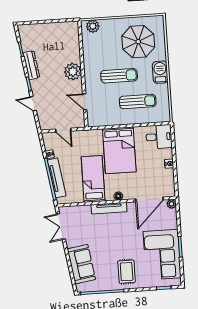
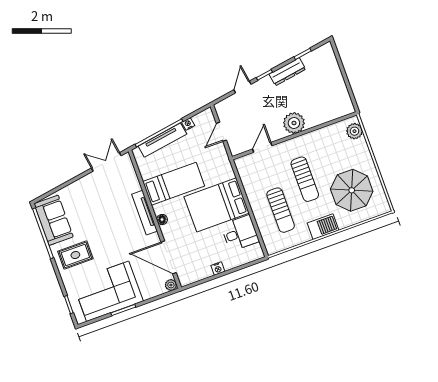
desk: (159, 137) -> (240, 233), moved, turned -90
sofa: (81, 264) -> (54, 220), moved, turned -81

